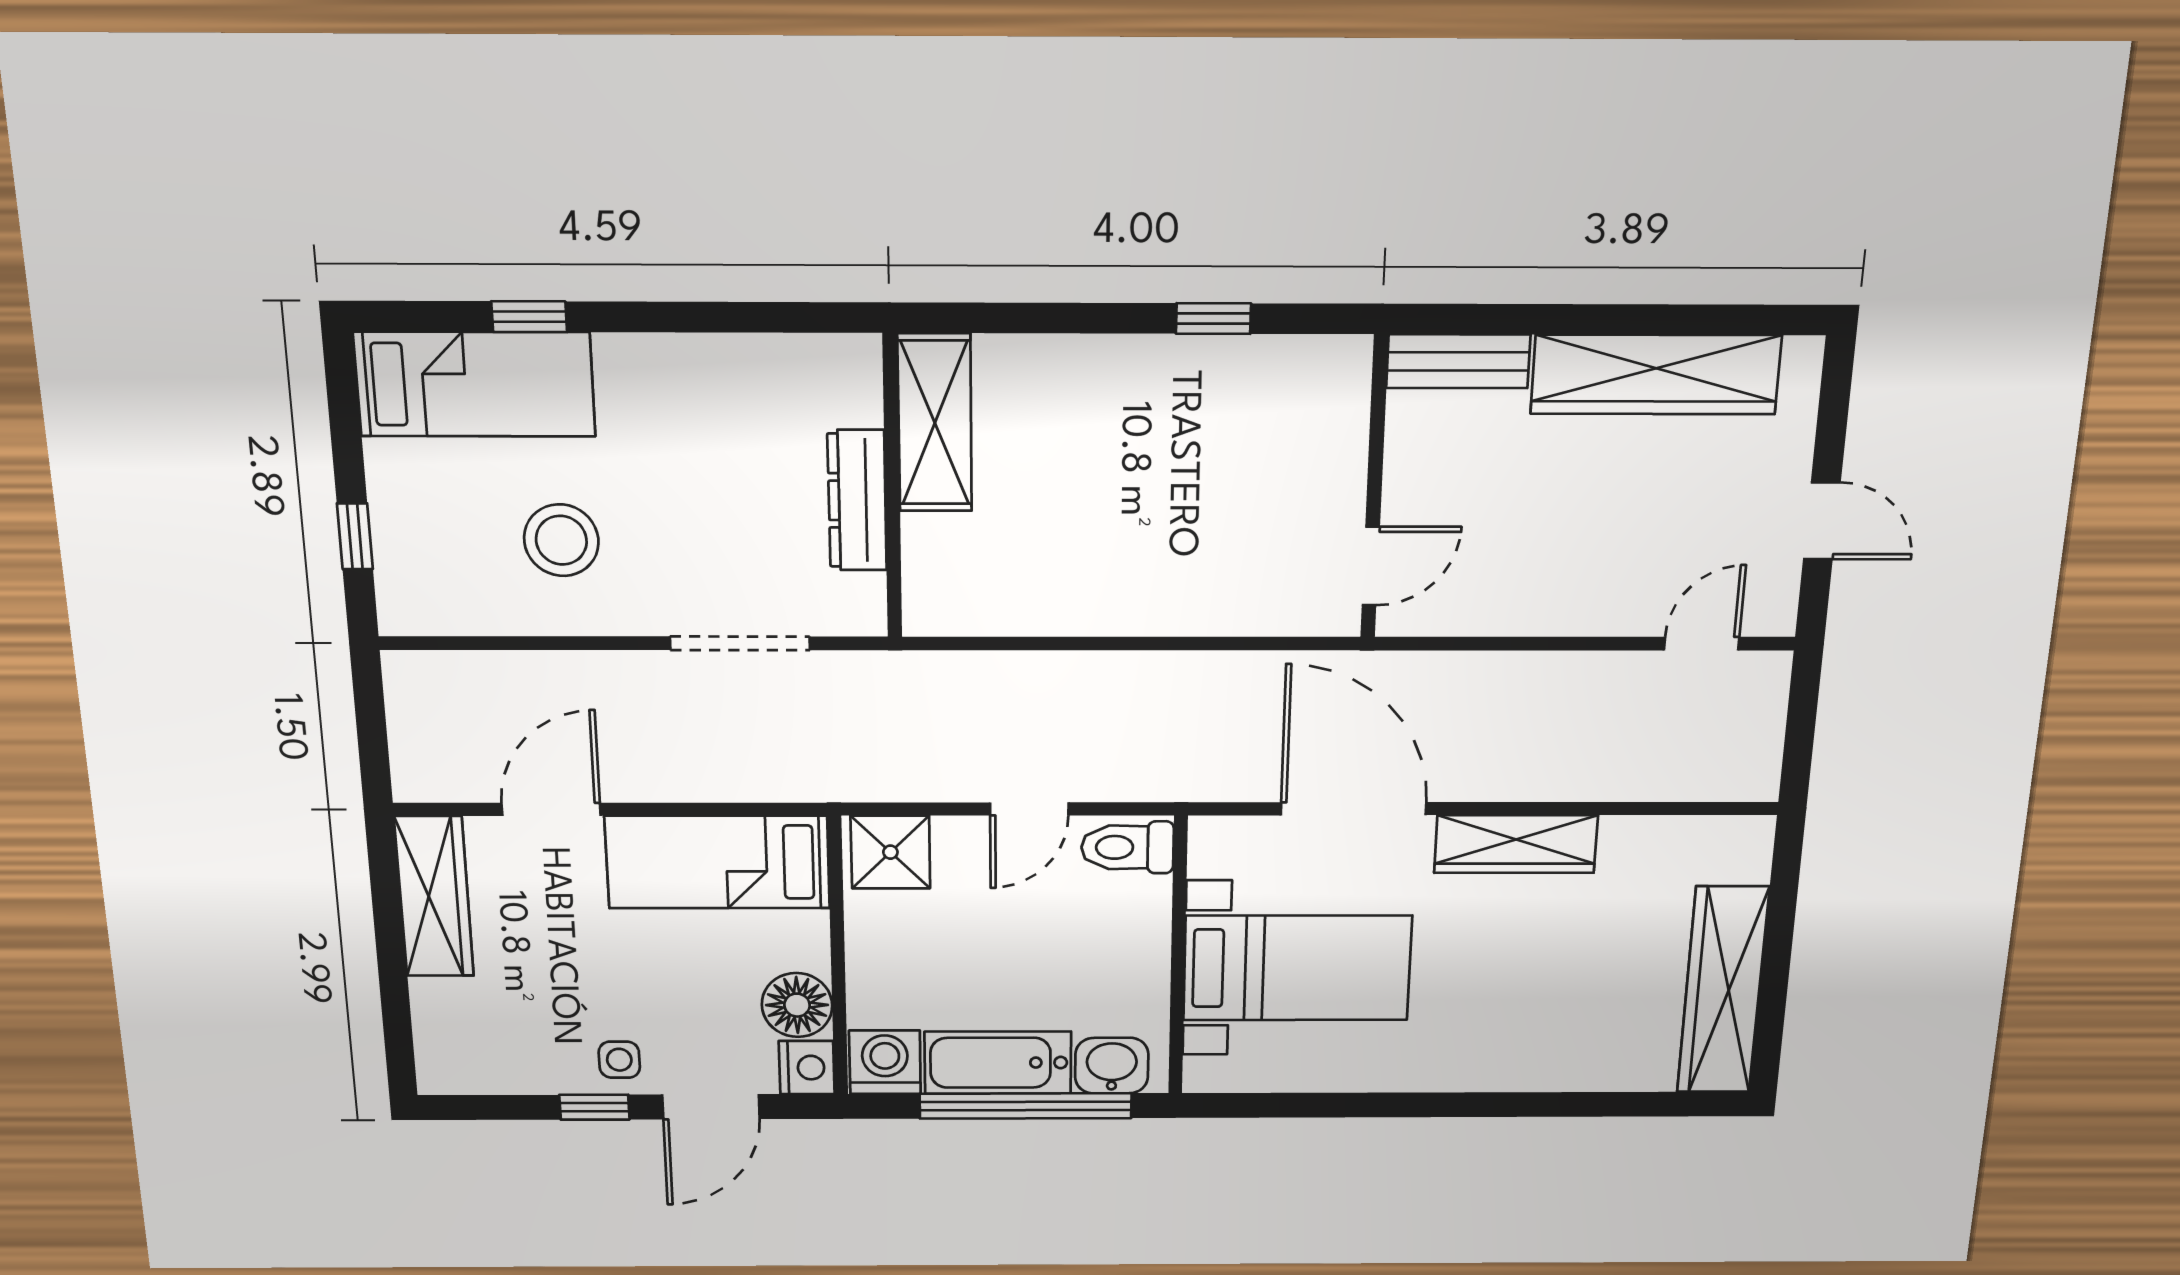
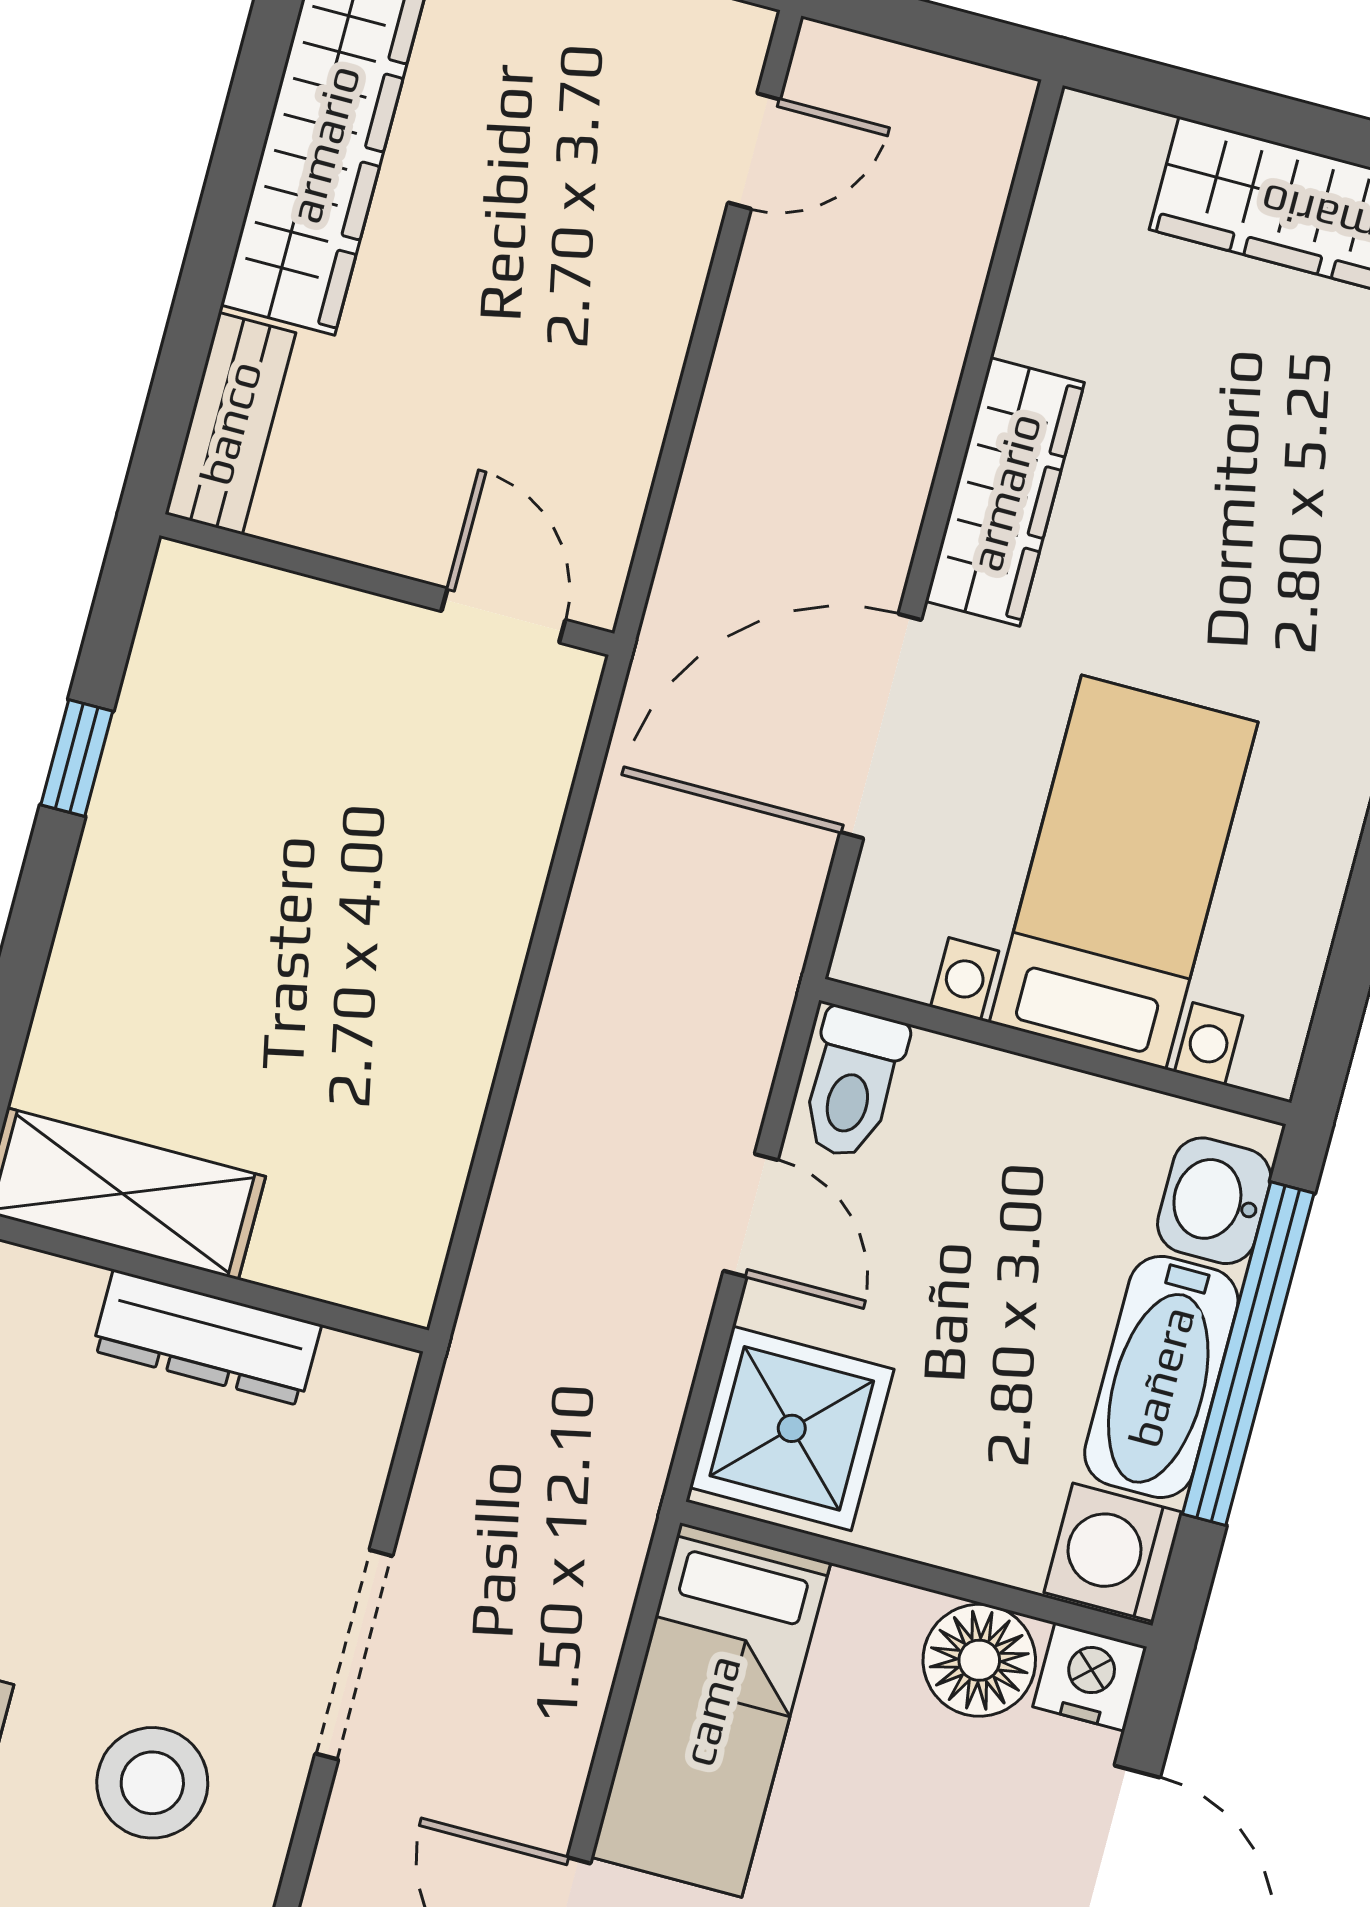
doorway: (740, 643) -> (354, 1655), moved
door: (1702, 644) -> (754, 151), swing flipped
shower: (890, 852) -> (792, 1428), width x1.36, depth x1.36

